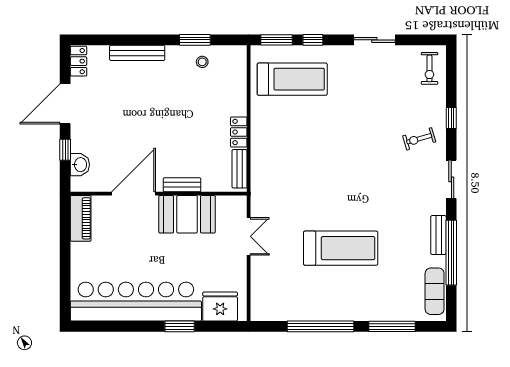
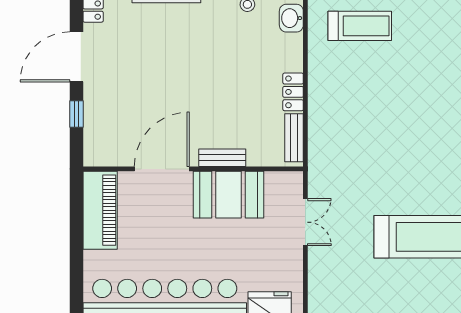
treadmill: (292, 79) -> (360, 26), width x0.73, depth x0.73
washbasin: (80, 165) -> (291, 18), moved, turned 180
piano: (81, 218) -> (100, 210), width x1.37, depth x1.33

